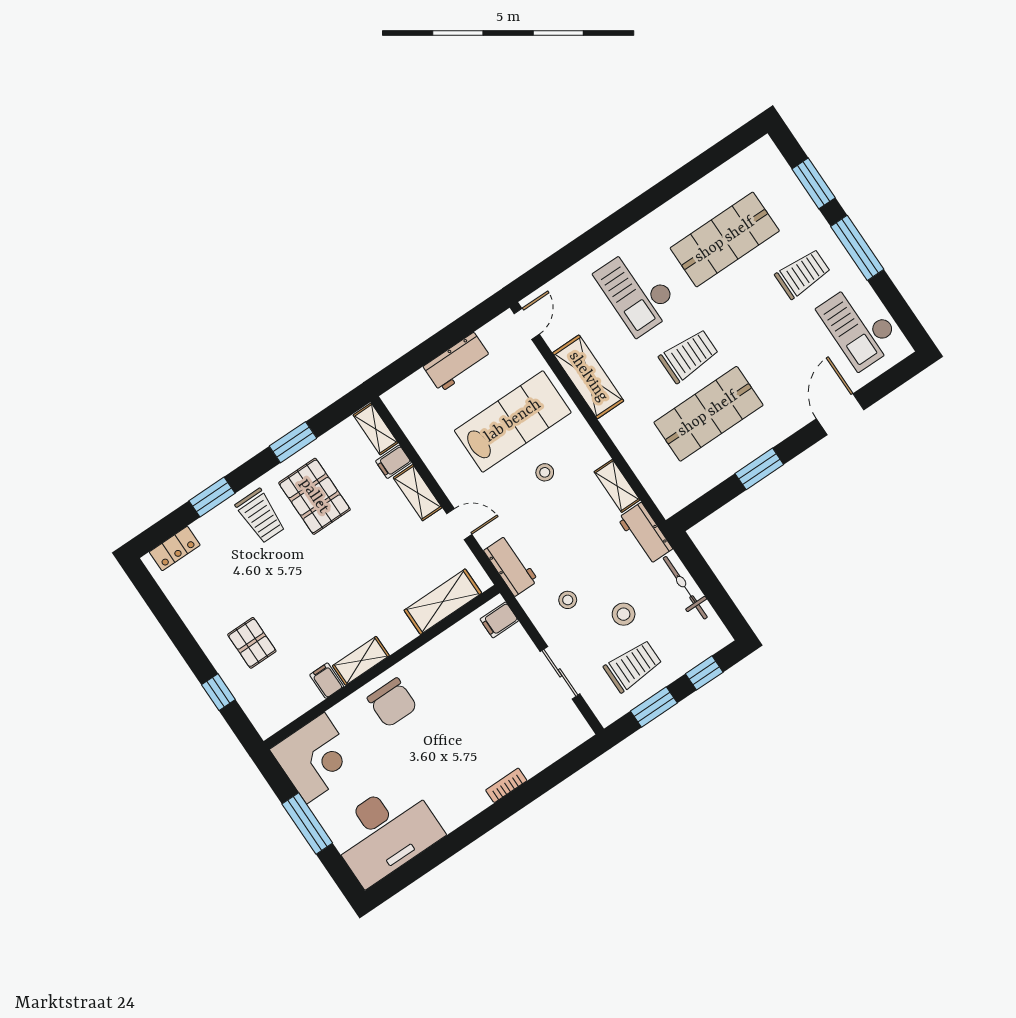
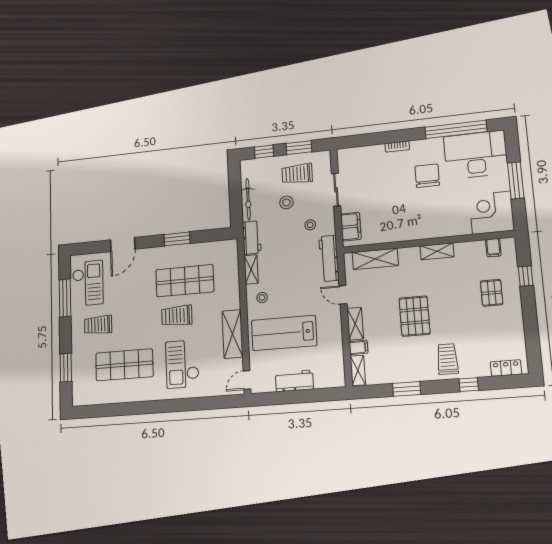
window: (857, 248) -> (65, 298), moved
checkout: (637, 291) -> (182, 364), turned 180
stool: (545, 472) -> (262, 298), moved
pallet: (314, 496) -> (414, 316), moved
window: (212, 497) -> (469, 385), width x0.67
workbench: (511, 566) -> (329, 258), width x1.38
filing cabinet: (499, 620) -> (351, 227), width x2.00
filing cabinet: (327, 681) -> (493, 248), moved
chair: (392, 703) -> (427, 176), moved
window: (435, 855) -> (456, 129), added

